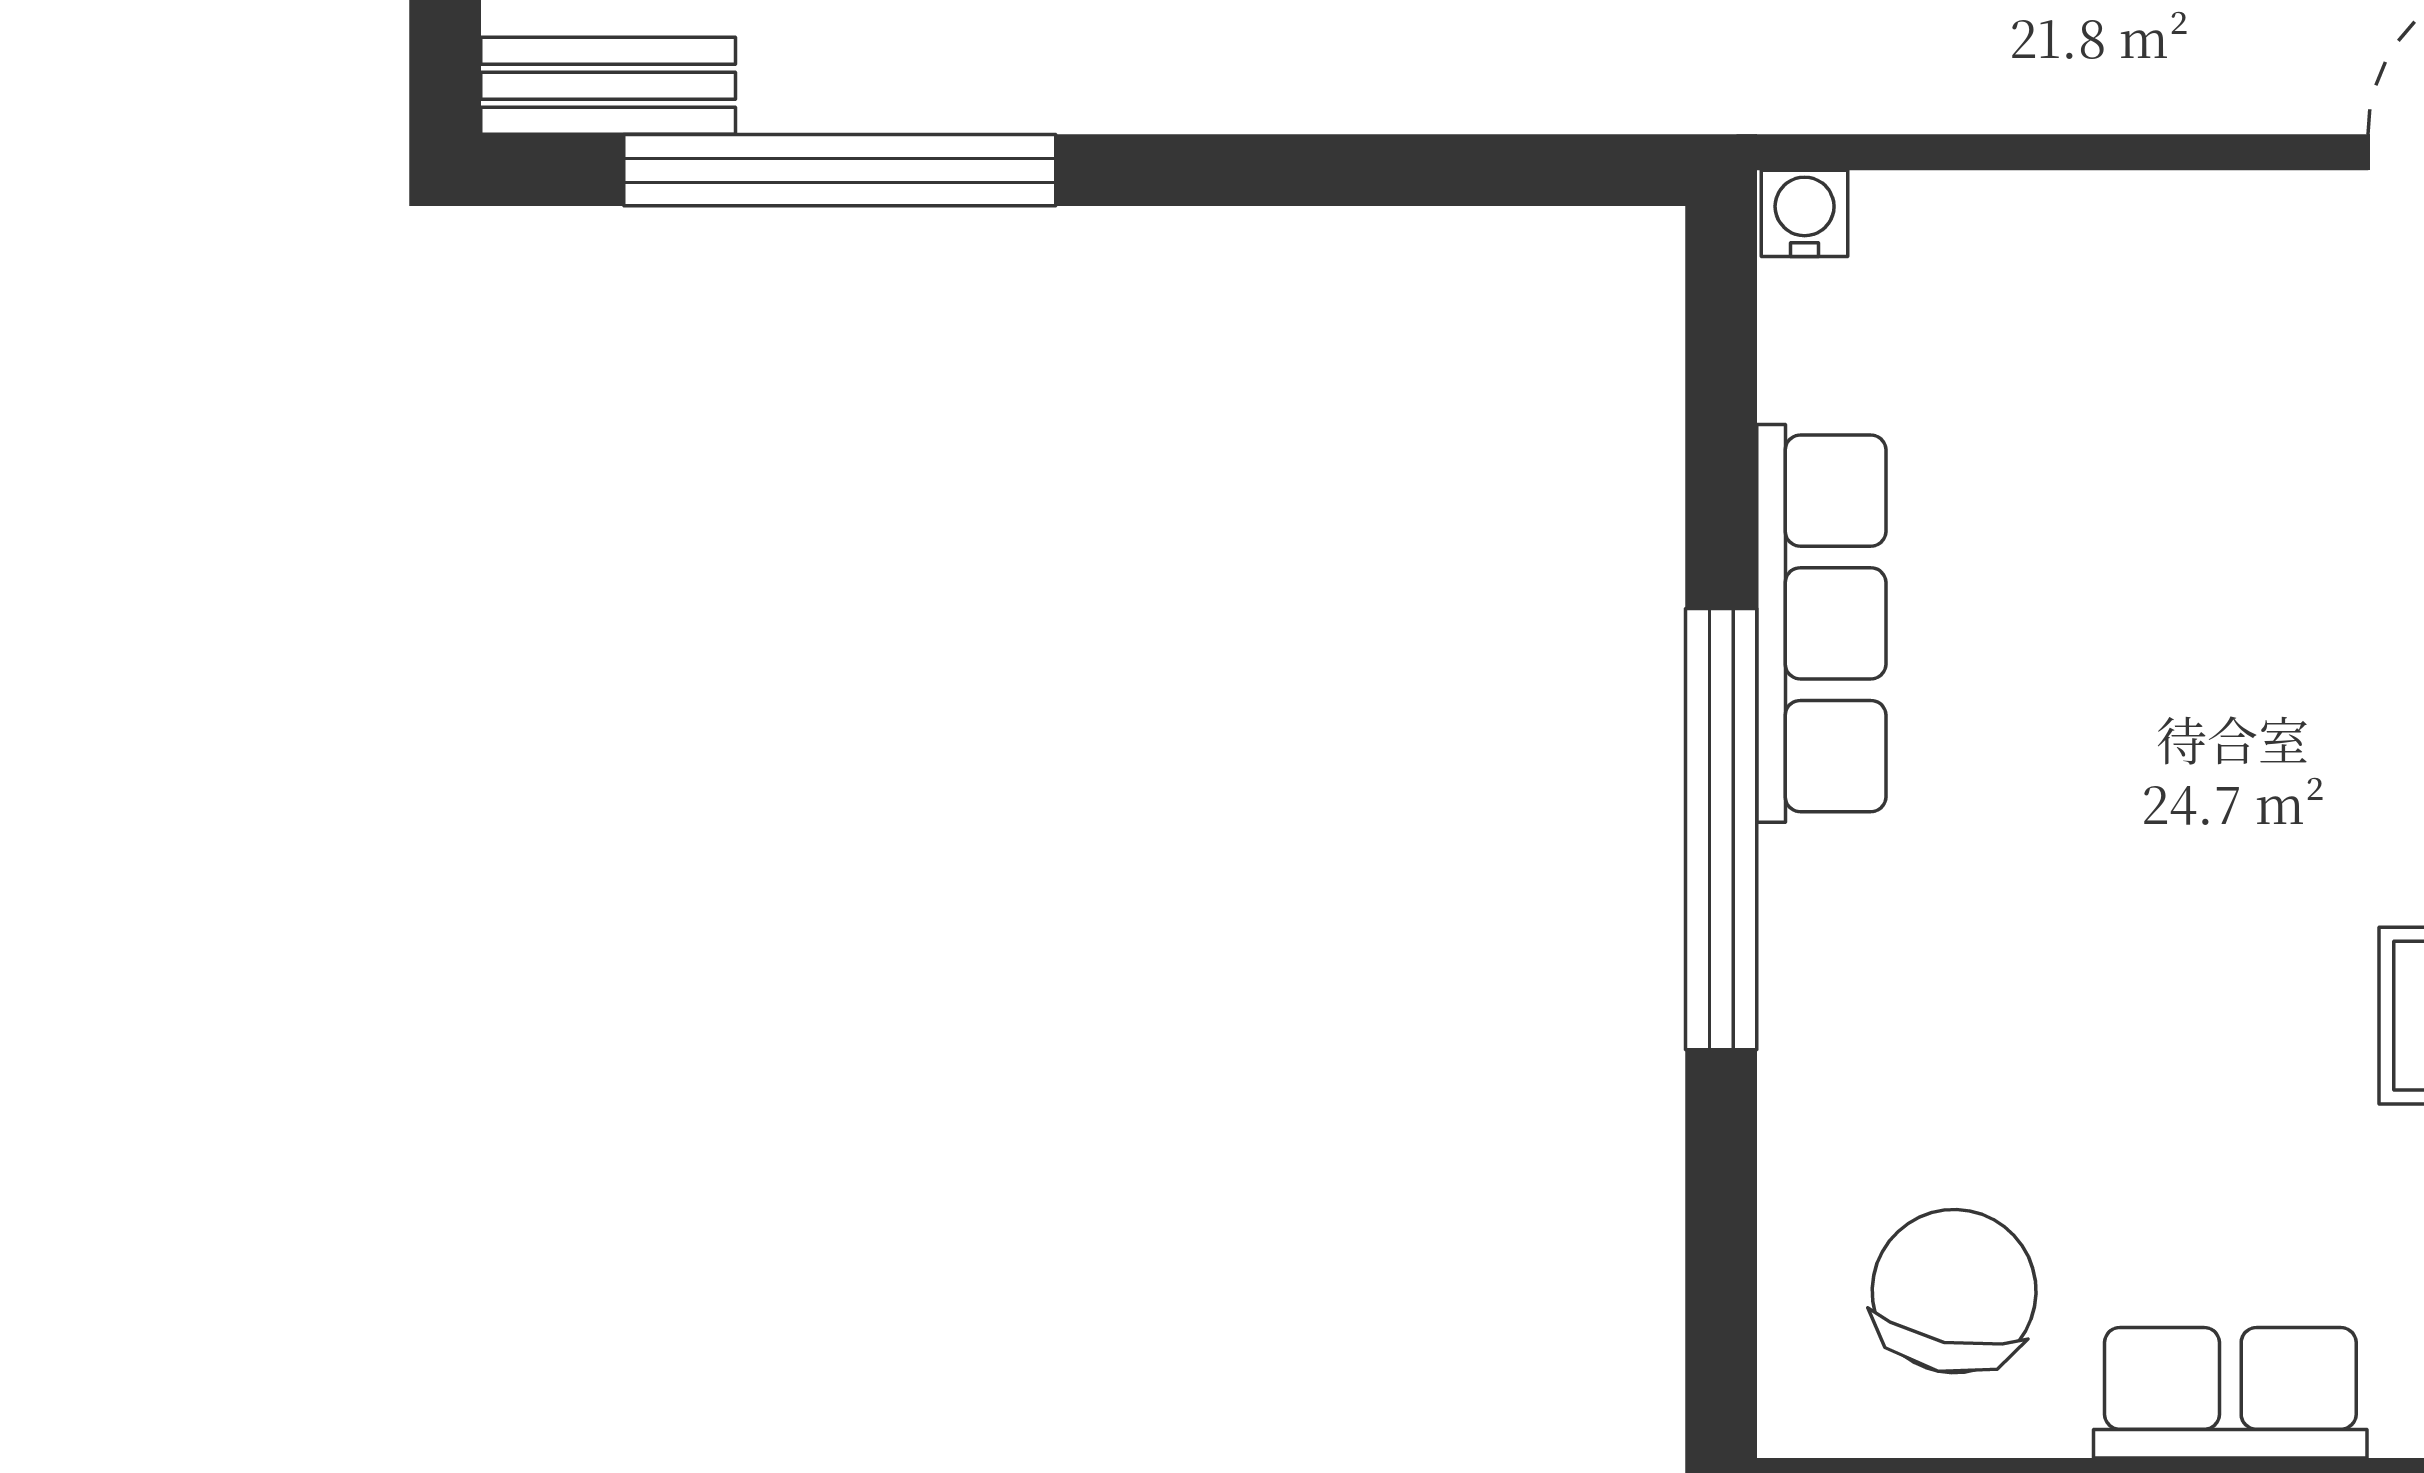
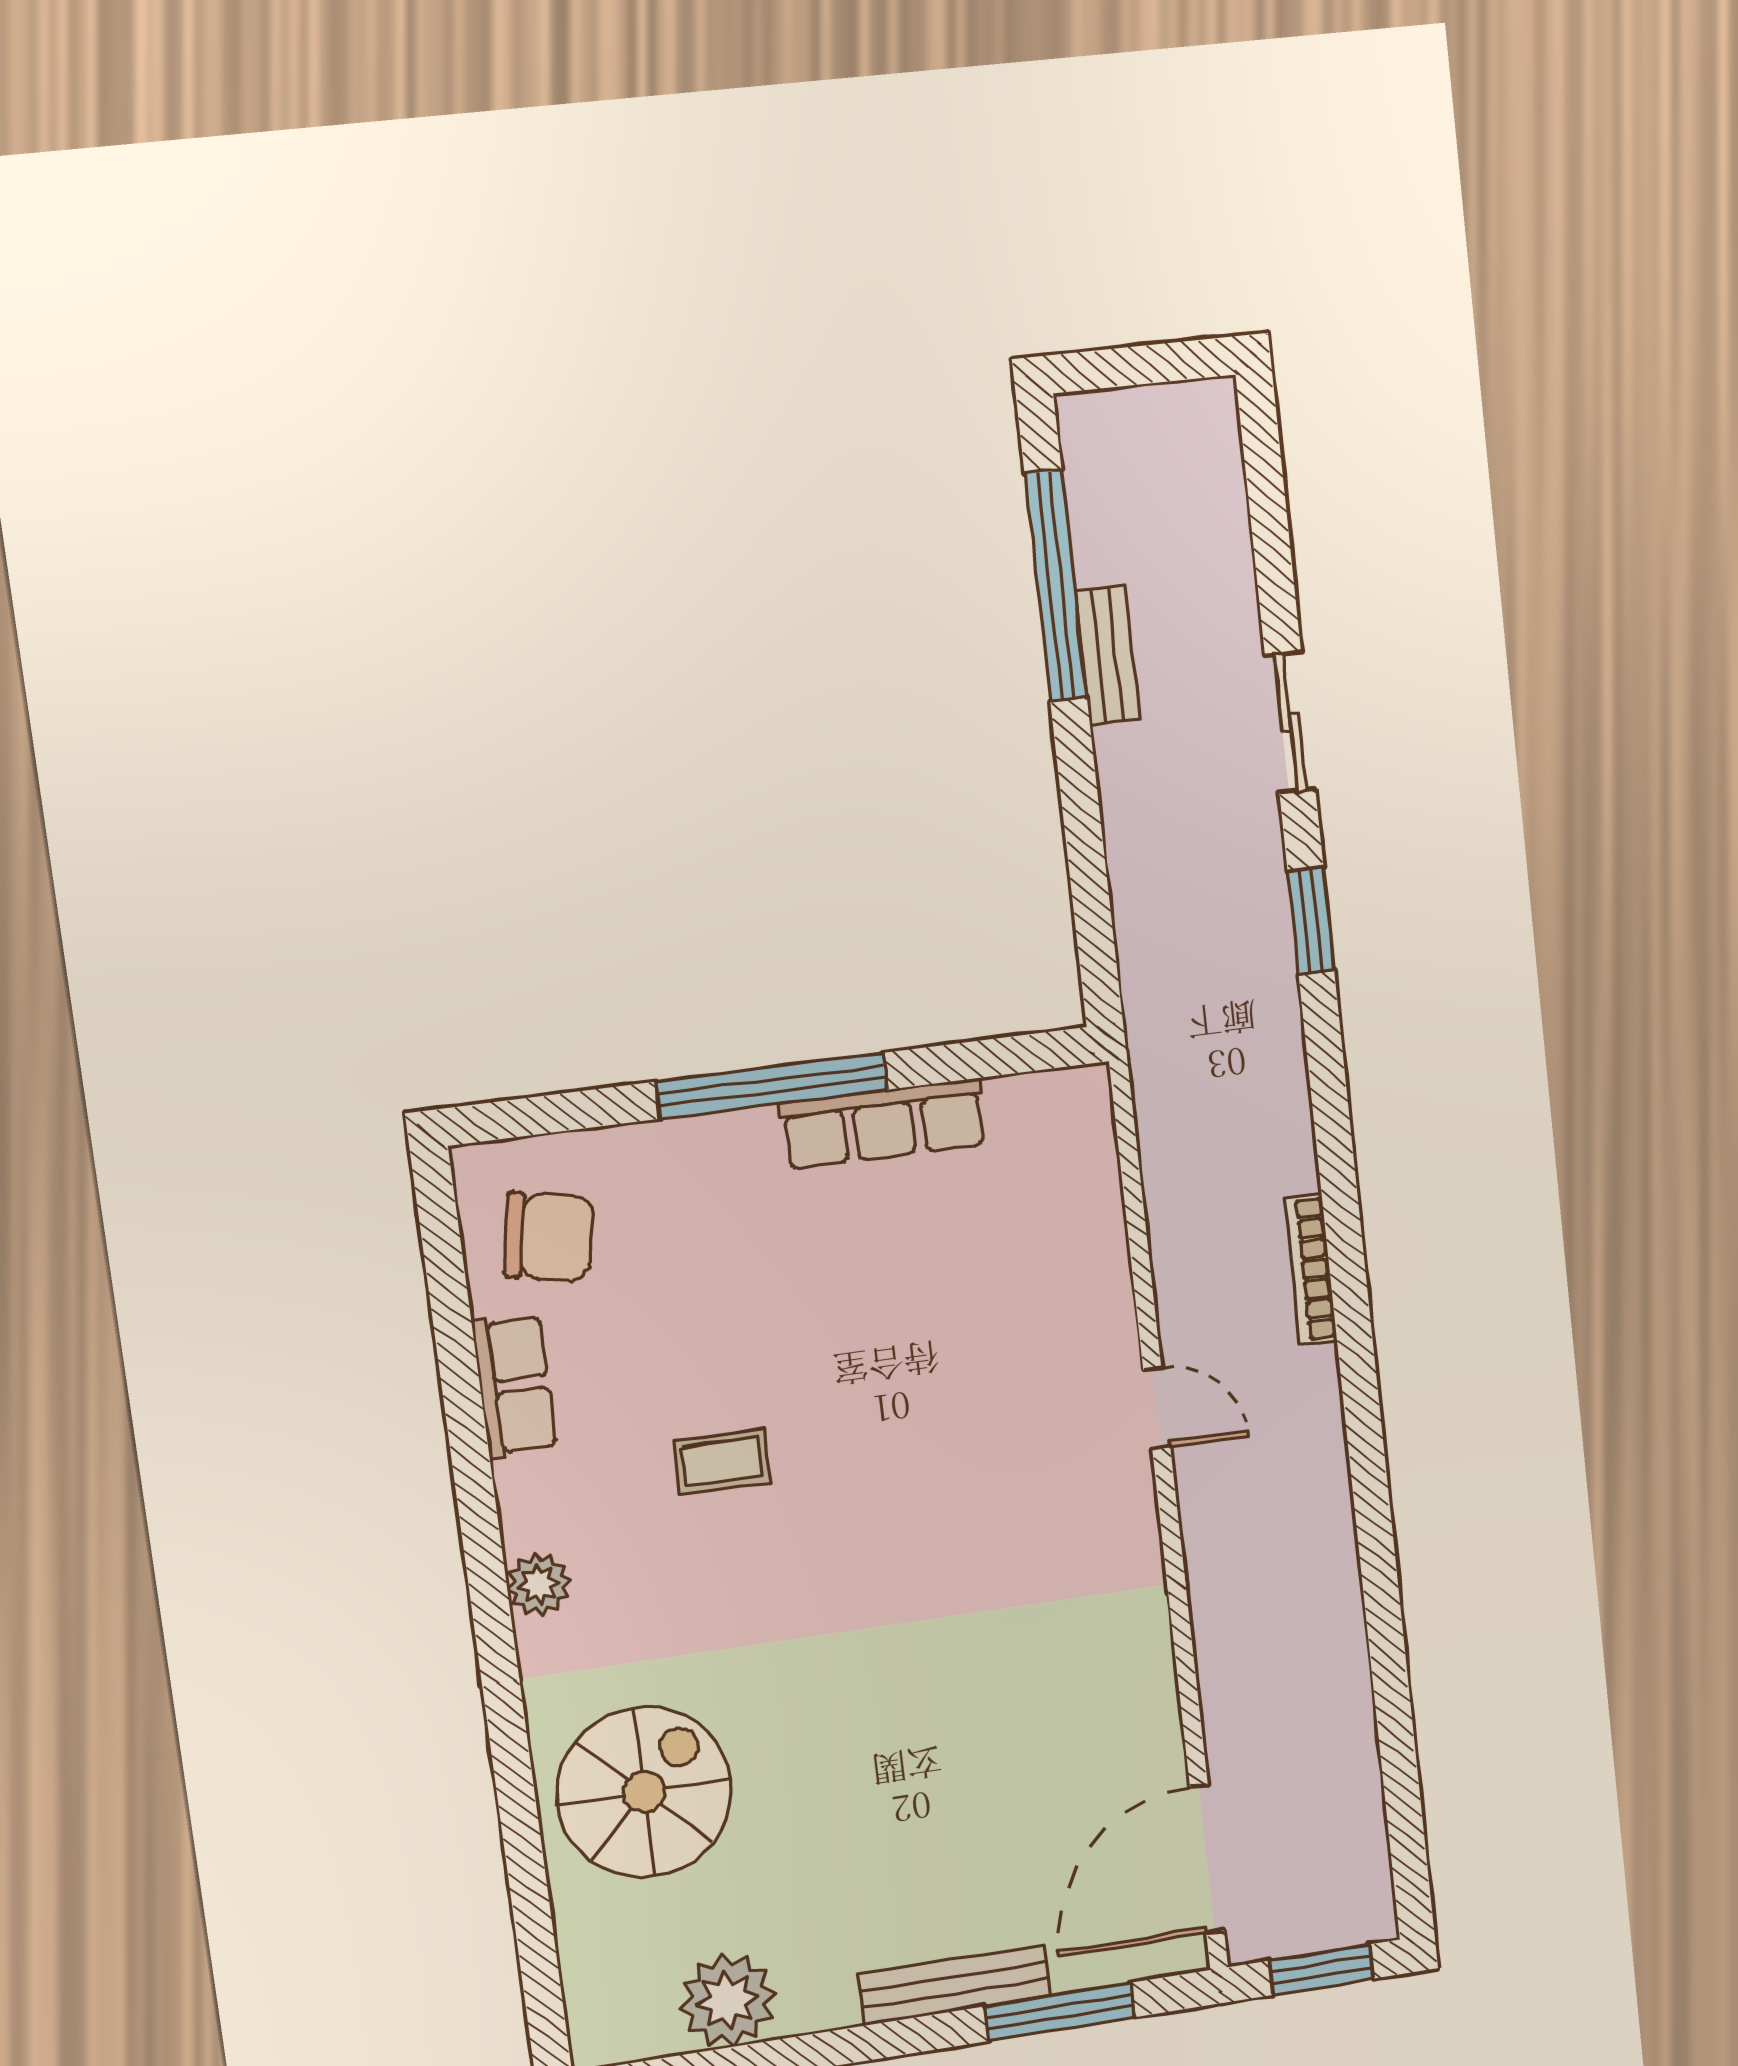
bench: (608, 86) -> (1107, 655), moved
water cooler: (1805, 213) -> (1090, 1088), removed

